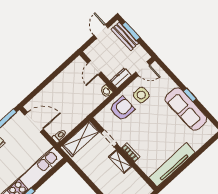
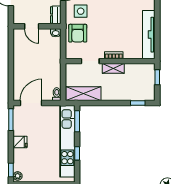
armchair: (122, 109) -> (78, 33), turned 180
shelving: (81, 139) -> (83, 94), moved, turned 90
window: (53, 171) -> (77, 121), added

